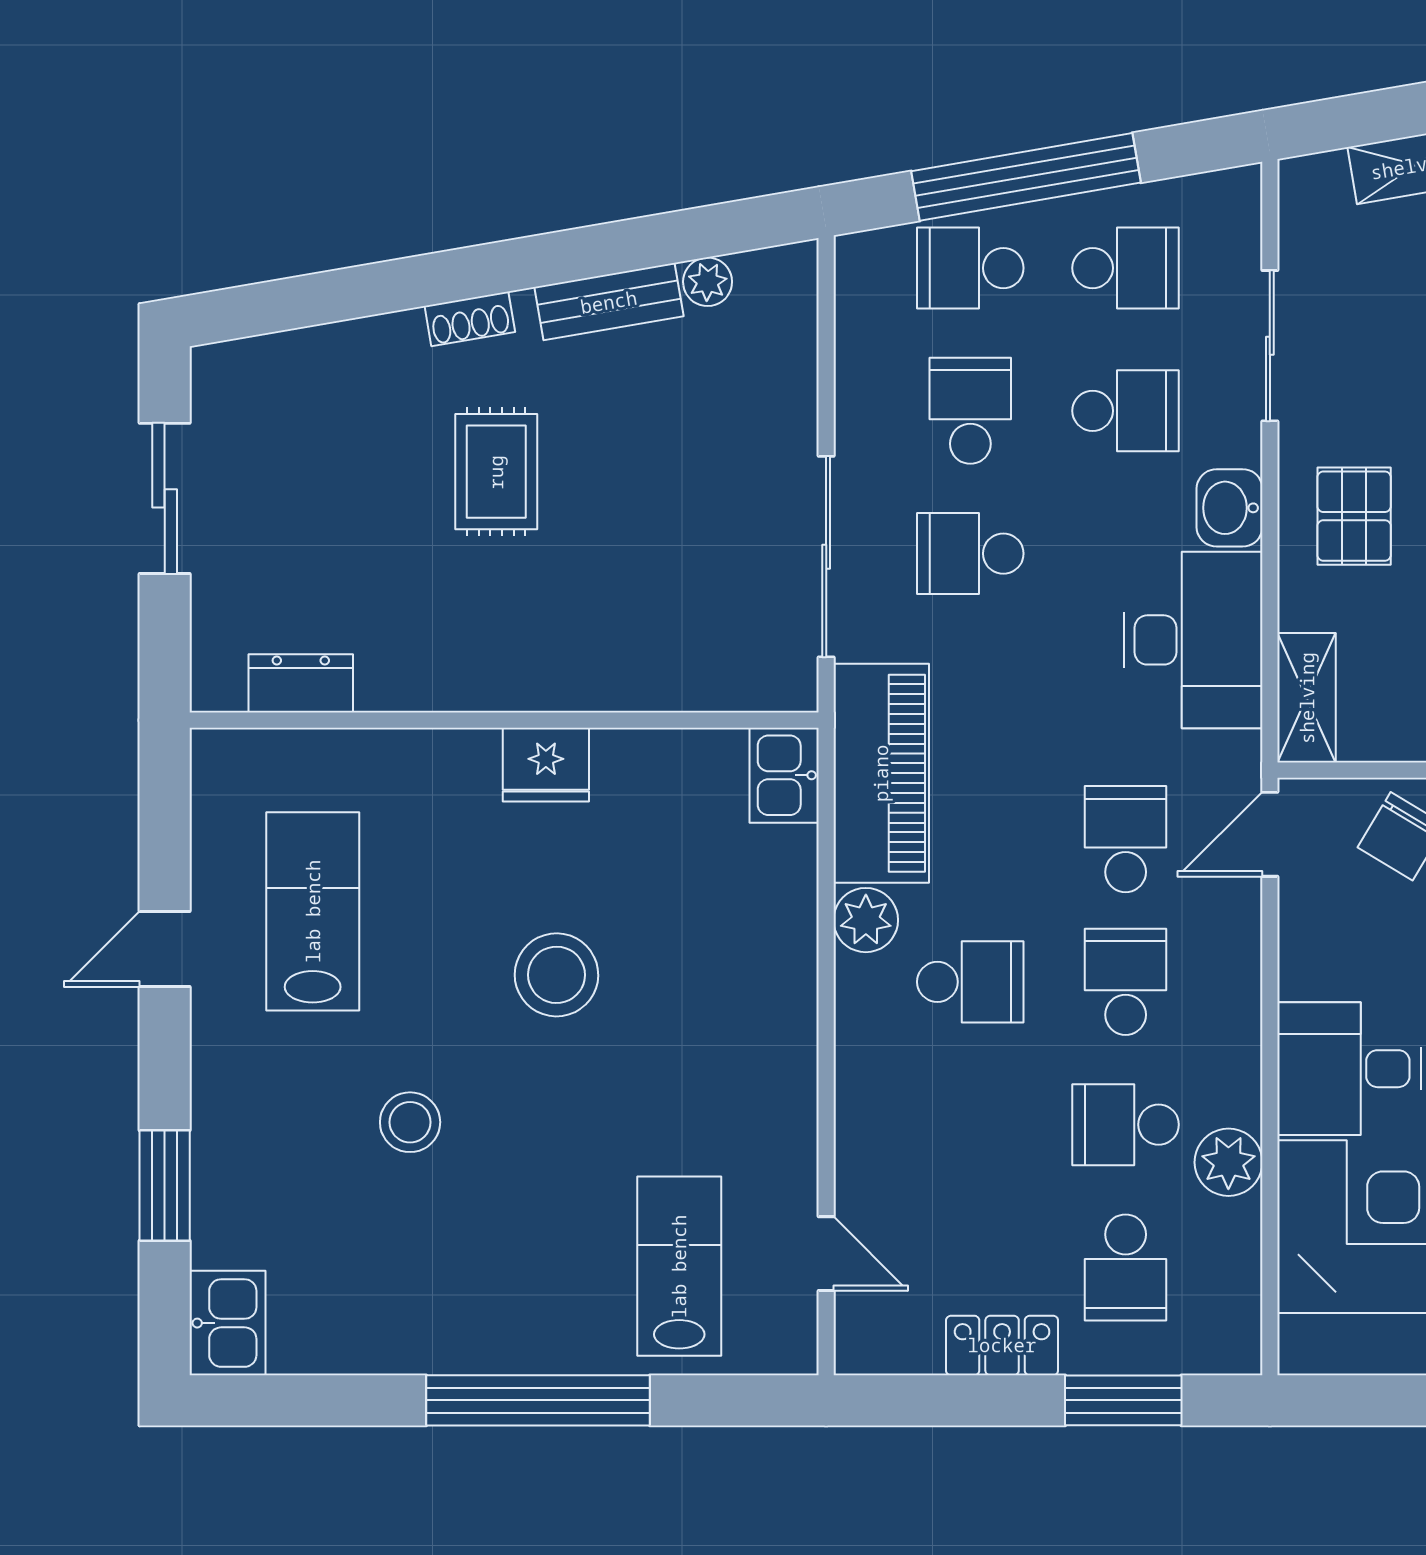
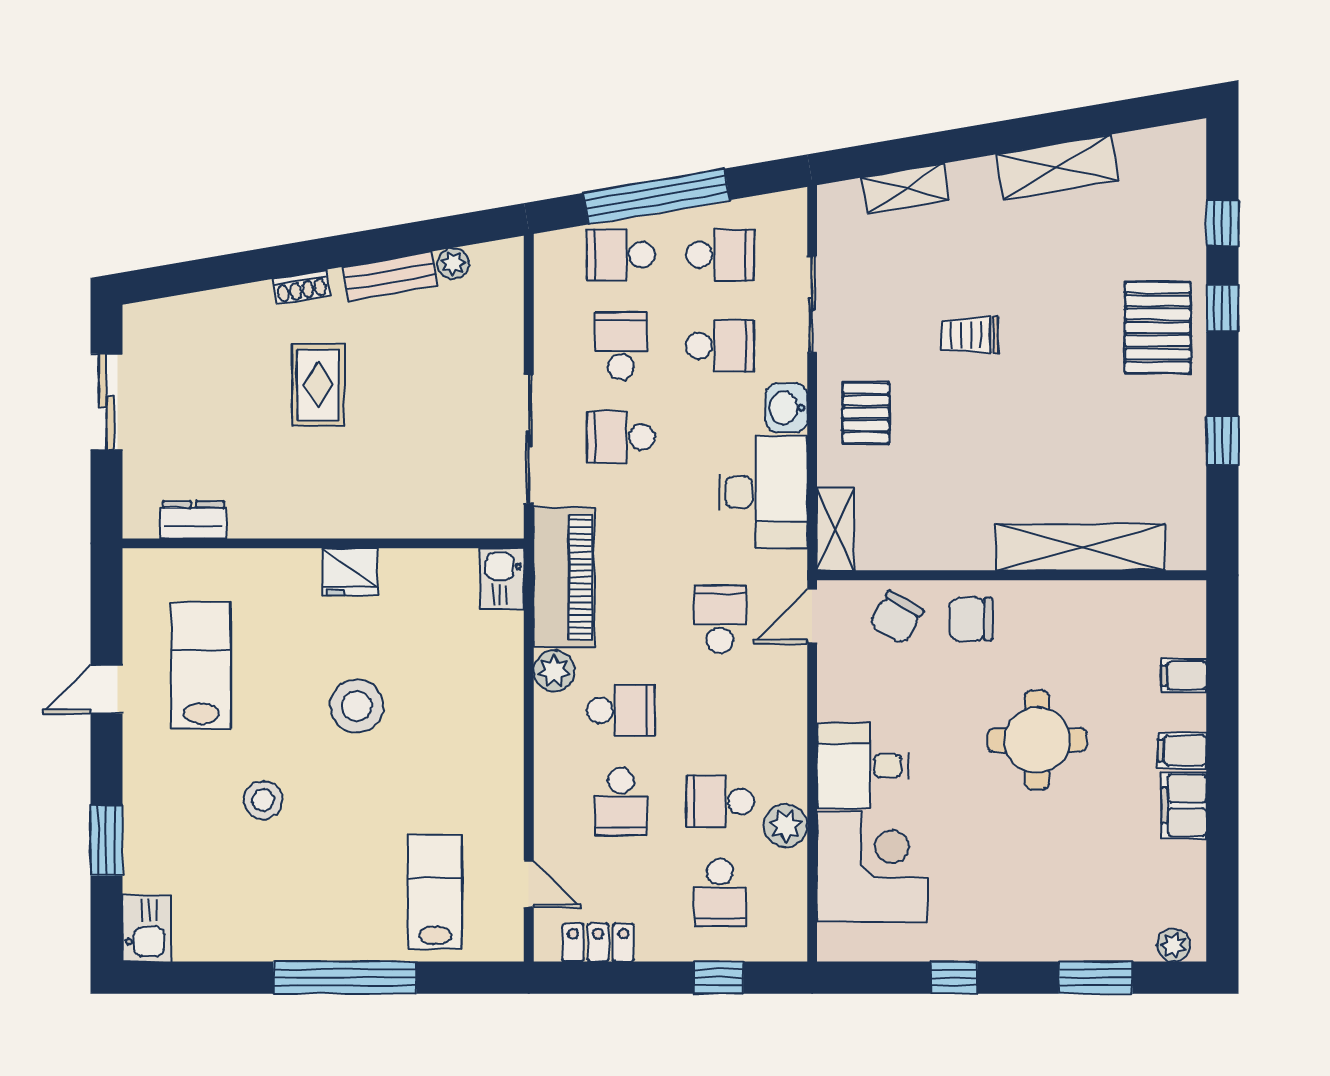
school desk: (1126, 982) -> (621, 802), moved, turned 180
locker: (1002, 1345) -> (598, 943), moved
window: (1123, 1400) -> (718, 978), width x0.67

